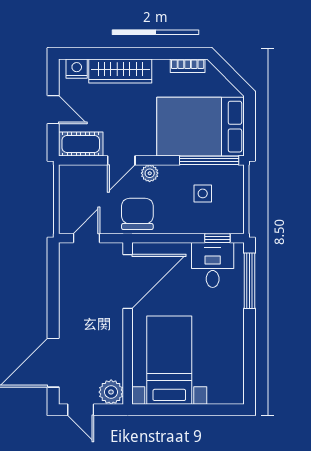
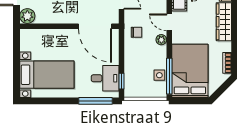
side table: (203, 193) -> (159, 75), moved
chair: (137, 214) -> (136, 32), width x0.54, depth x0.54
bed with nightstands: (169, 360) -> (47, 75), moved

